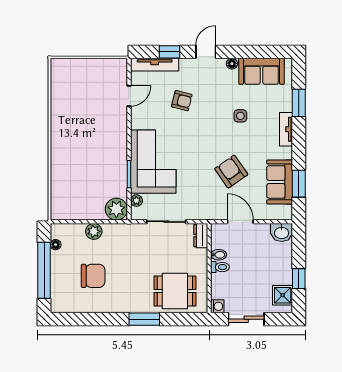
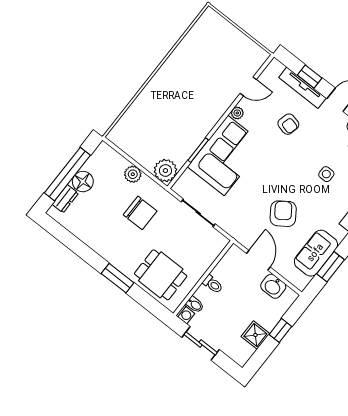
tv unit: (155, 65) -> (302, 88), moved
plant: (136, 201) -> (237, 113), moved
washbasin: (282, 232) -> (273, 286), moved
dresser: (201, 236) -> (65, 199), moved, turned 180
floor lamp: (56, 245) -> (83, 182), moved, width x1.89, depth x1.89
bidet: (219, 255) -> (195, 305), moved
chair: (93, 276) -> (140, 213), moved
window: (299, 279) -> (280, 330), moved
shower: (283, 295) -> (255, 335), moved

